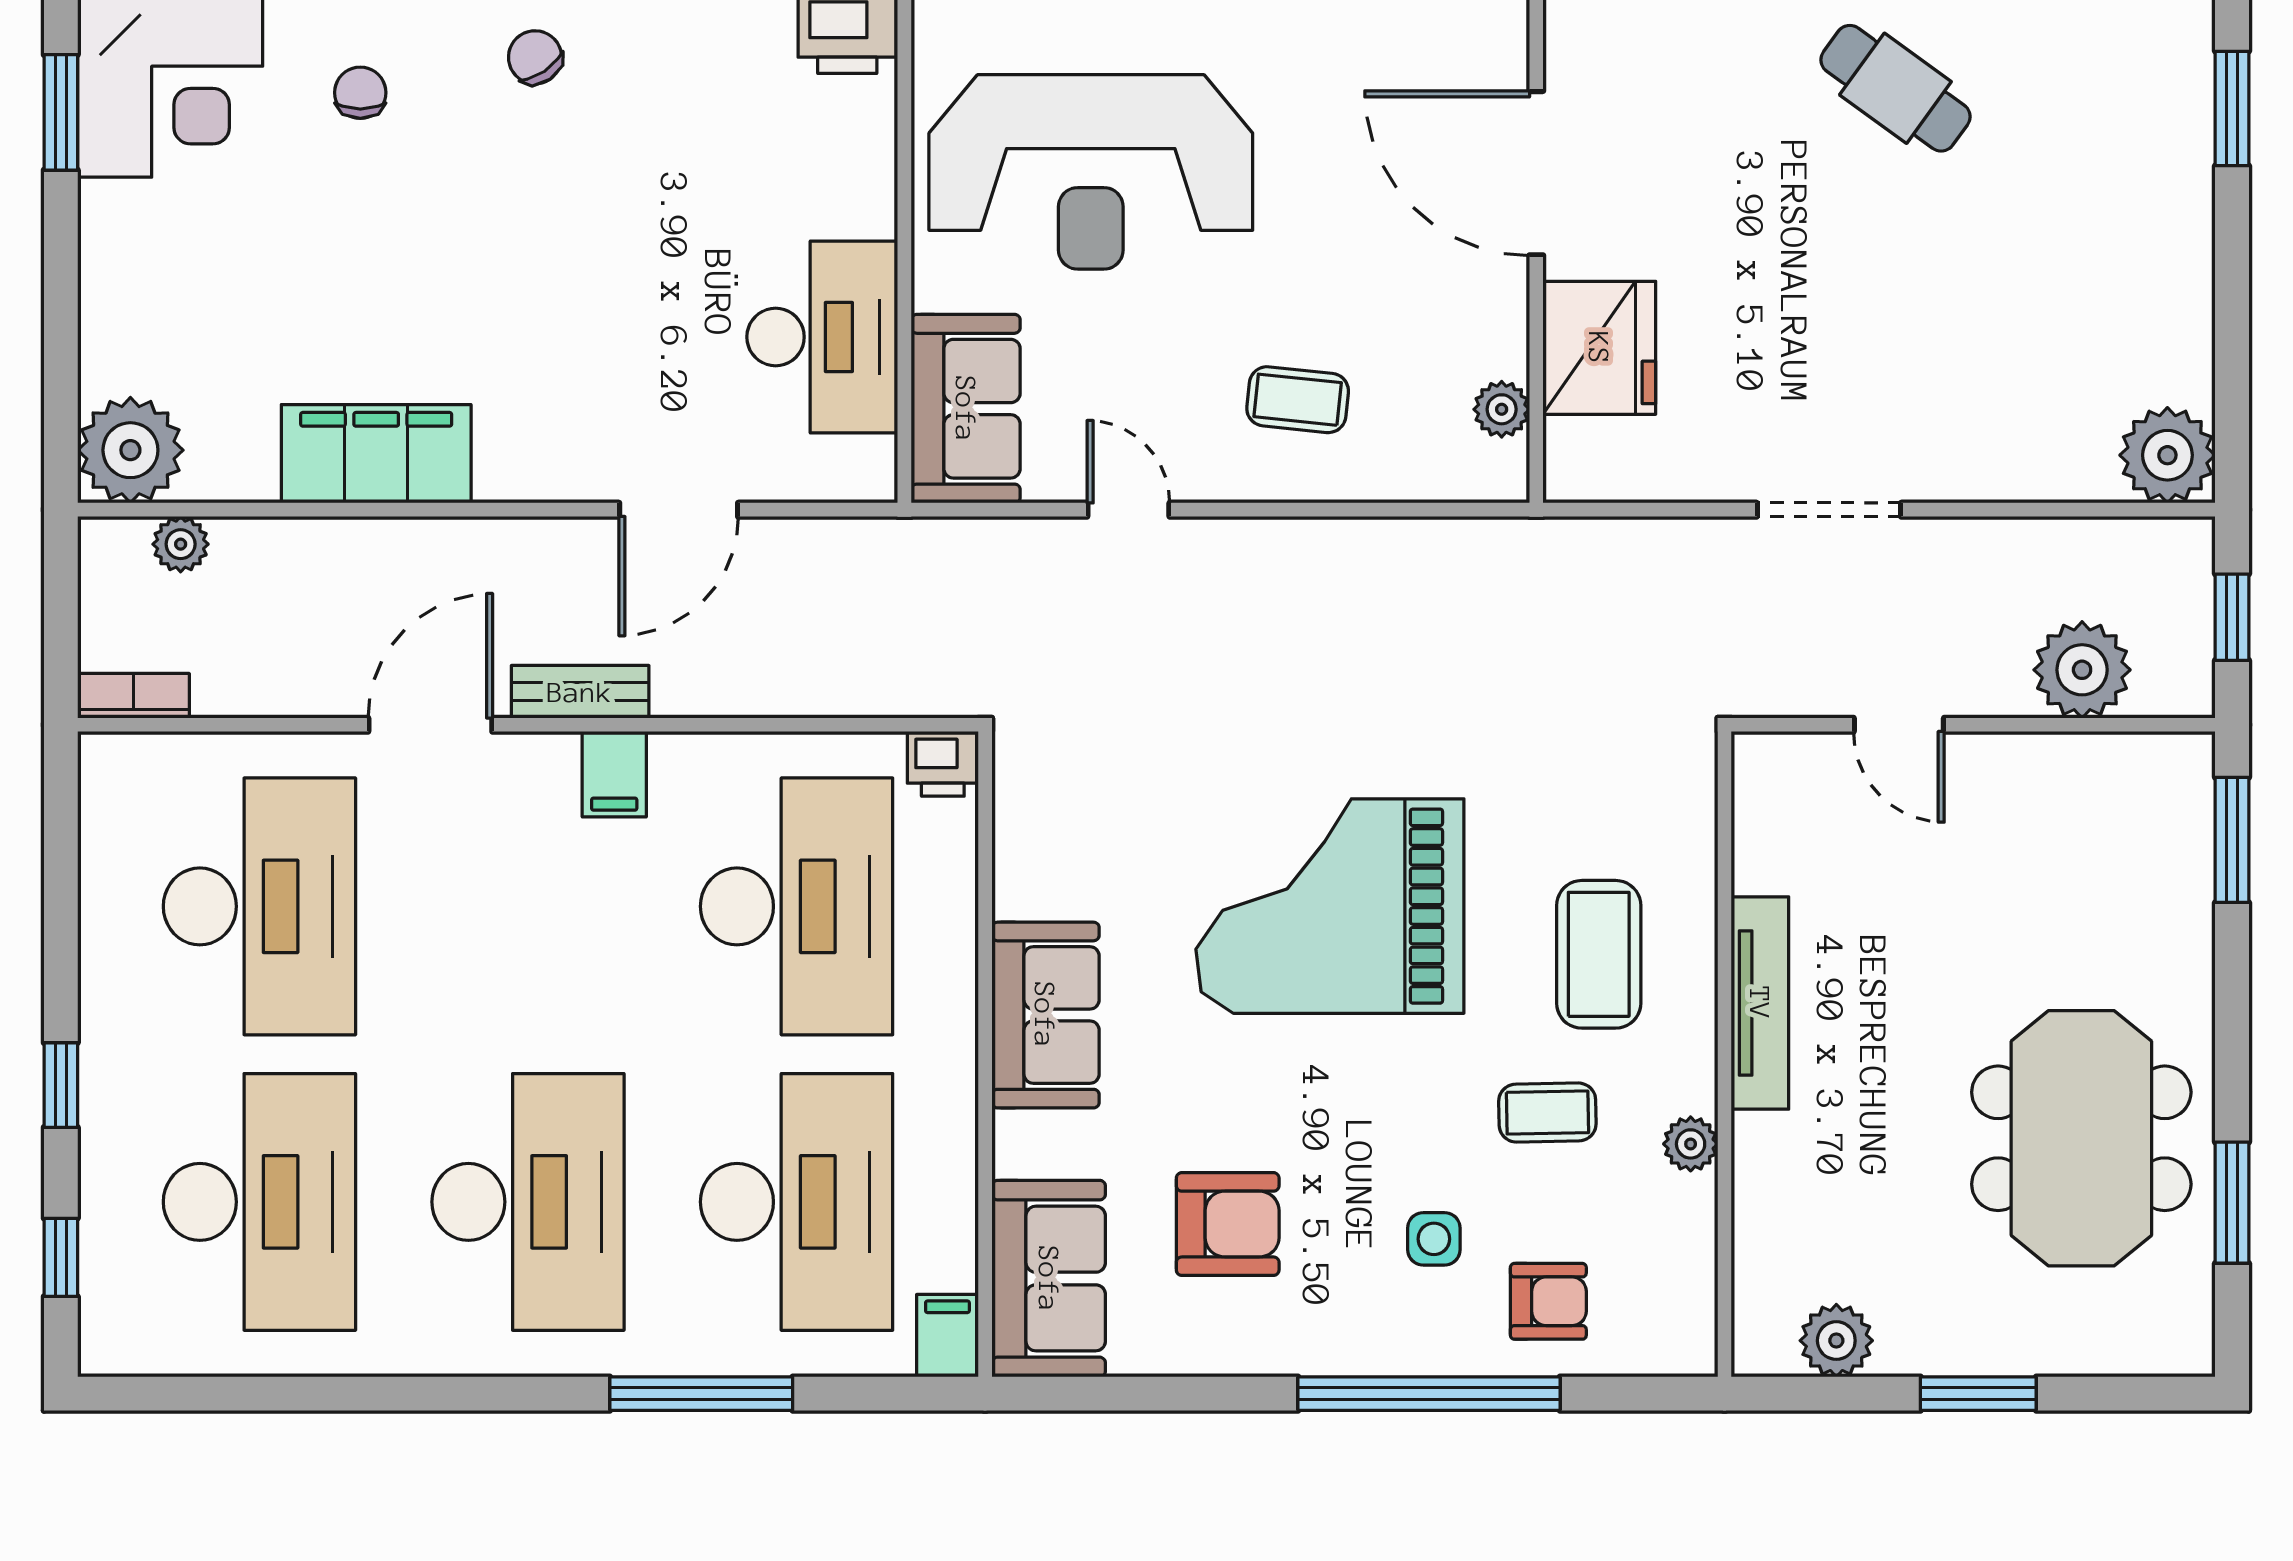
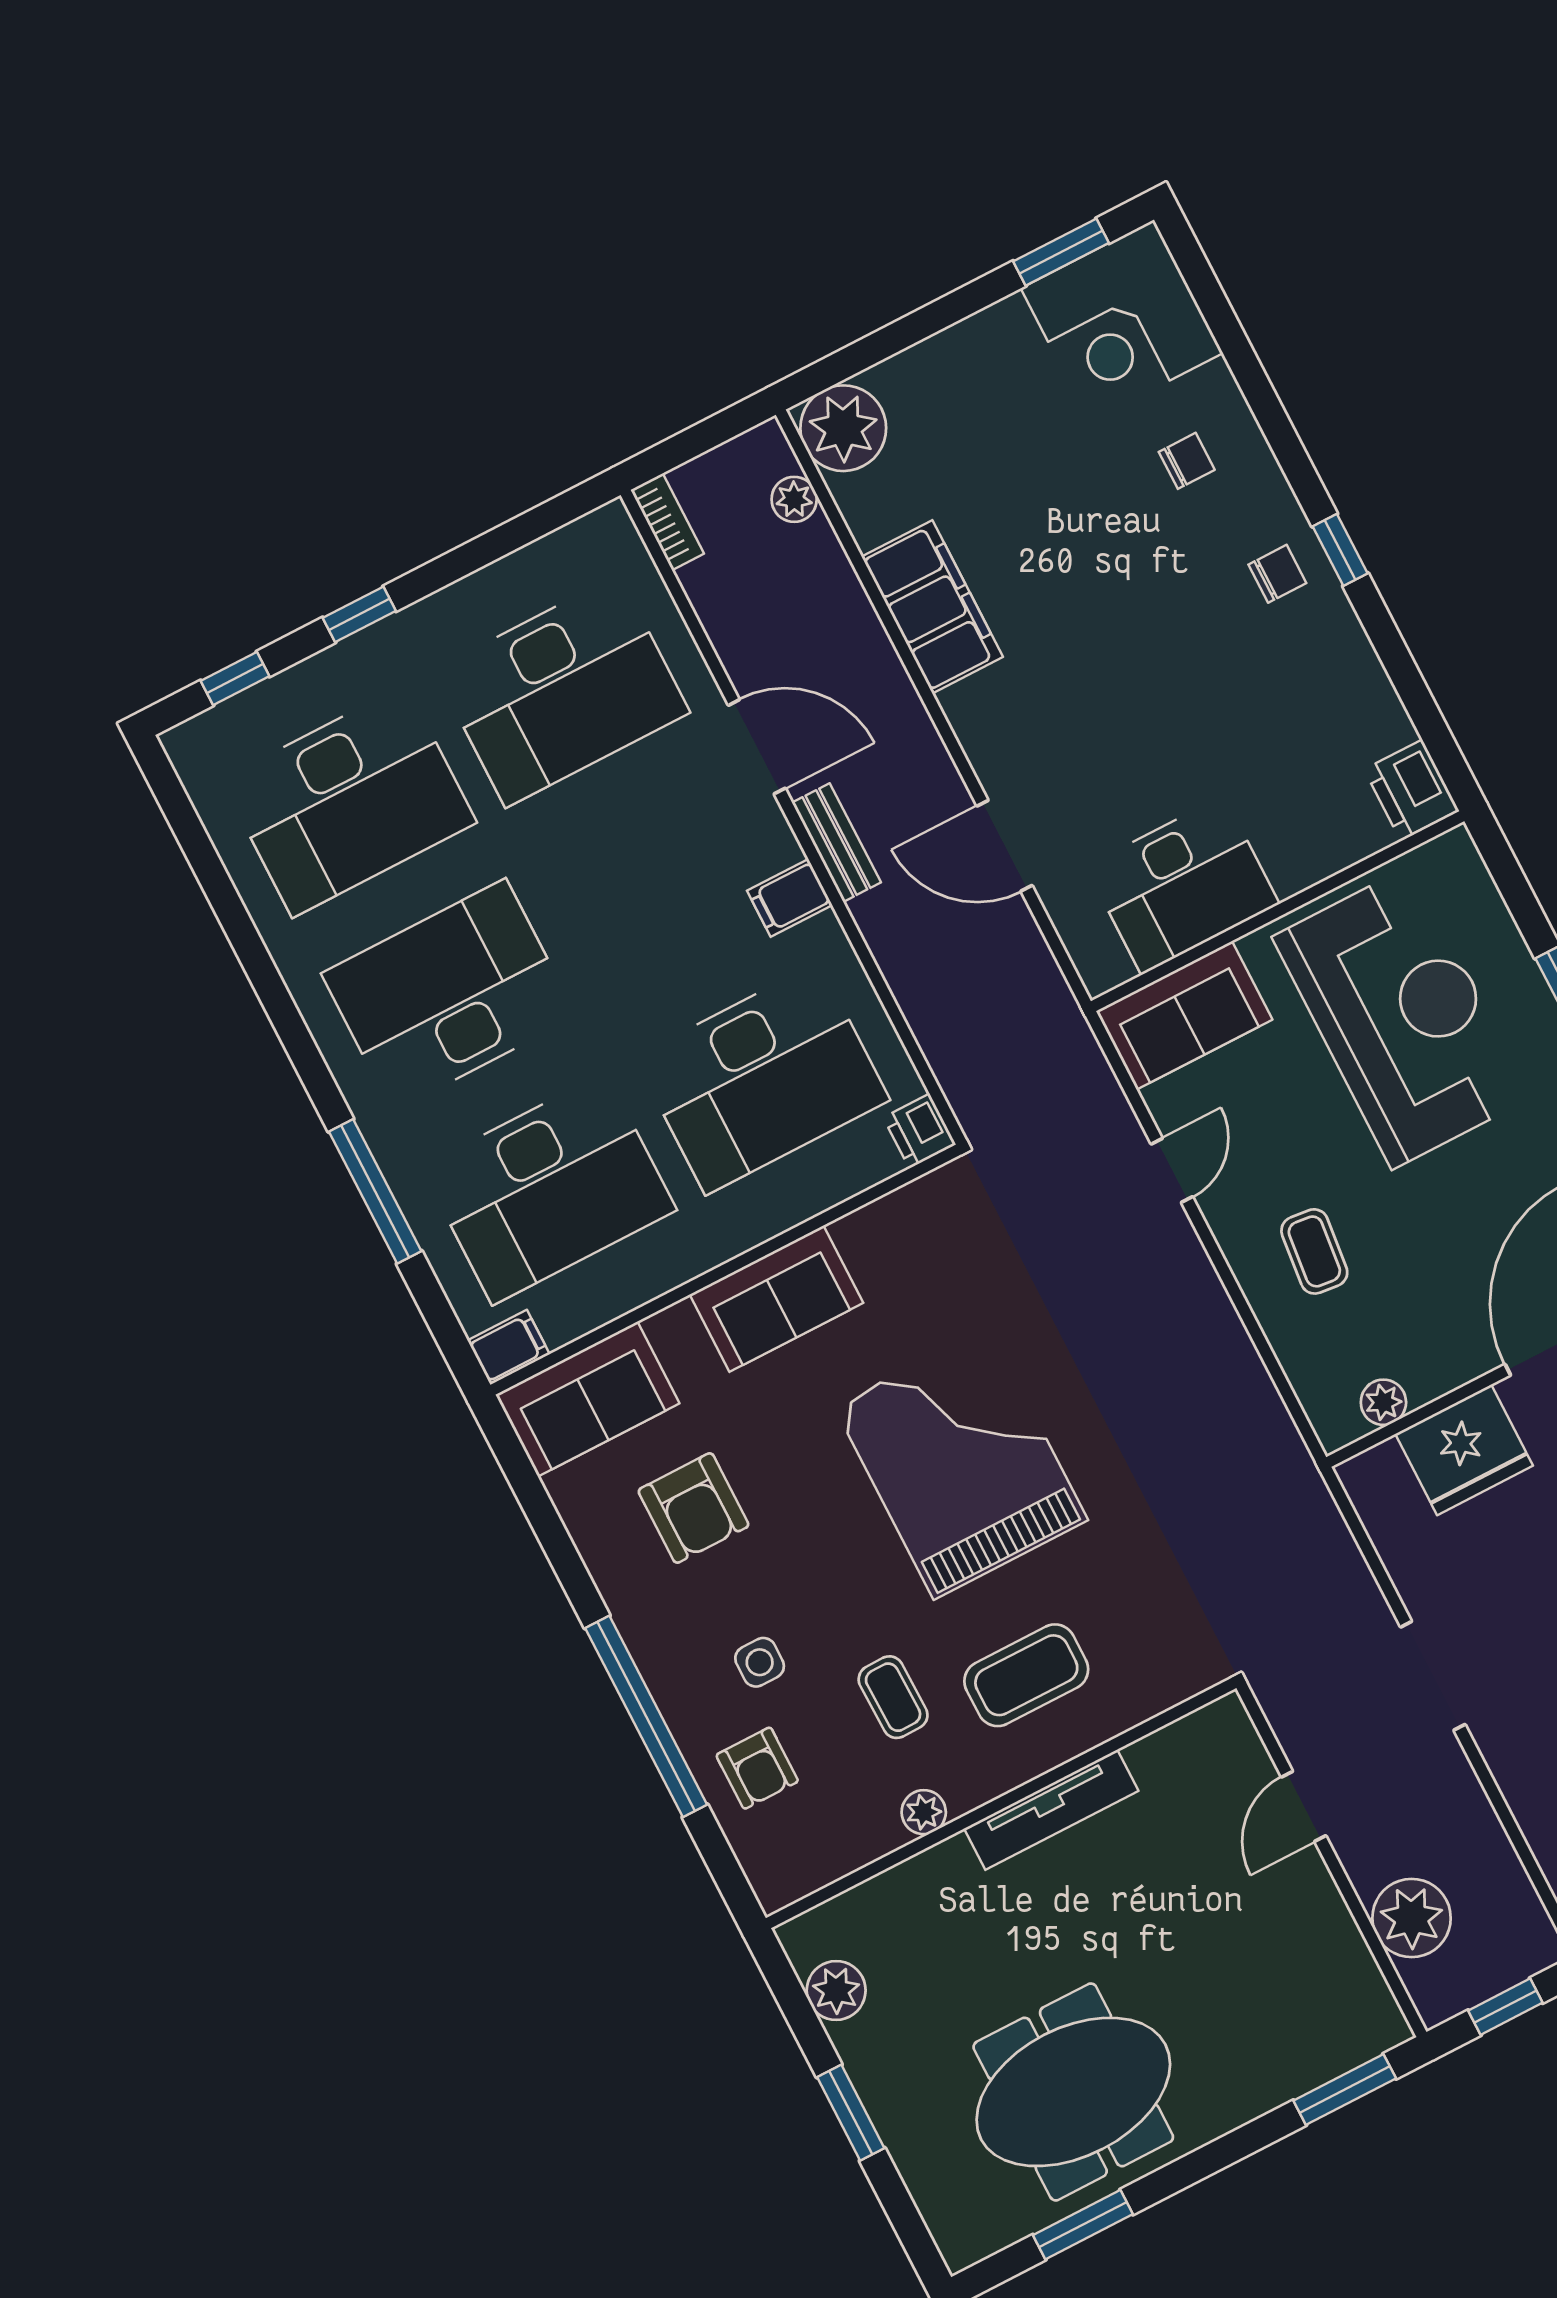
chair: (535, 57) -> (1277, 574), turned 34
reception desk: (1091, 172) -> (1402, 1017), turned 180
desk: (528, 1202) -> (449, 995), turned 180

